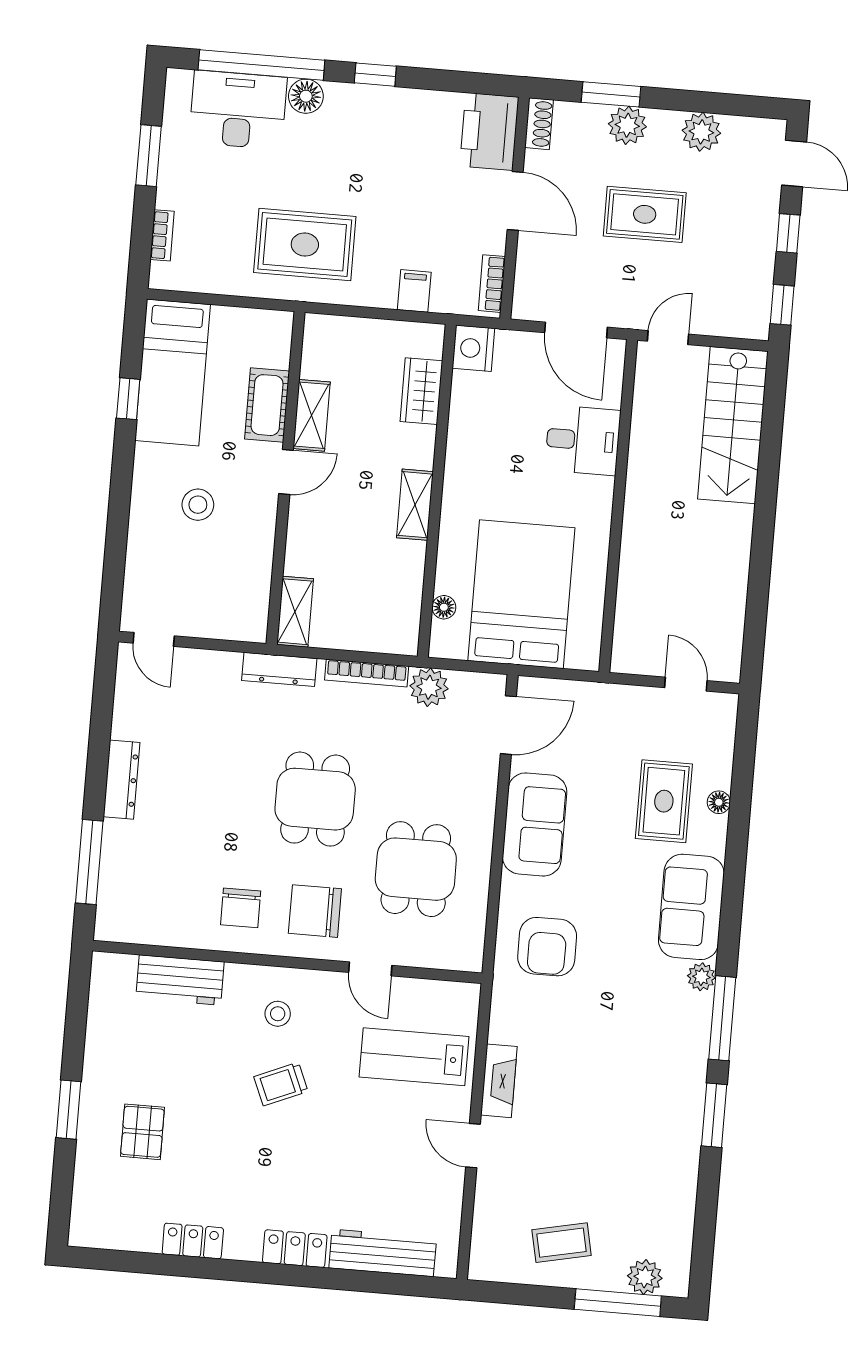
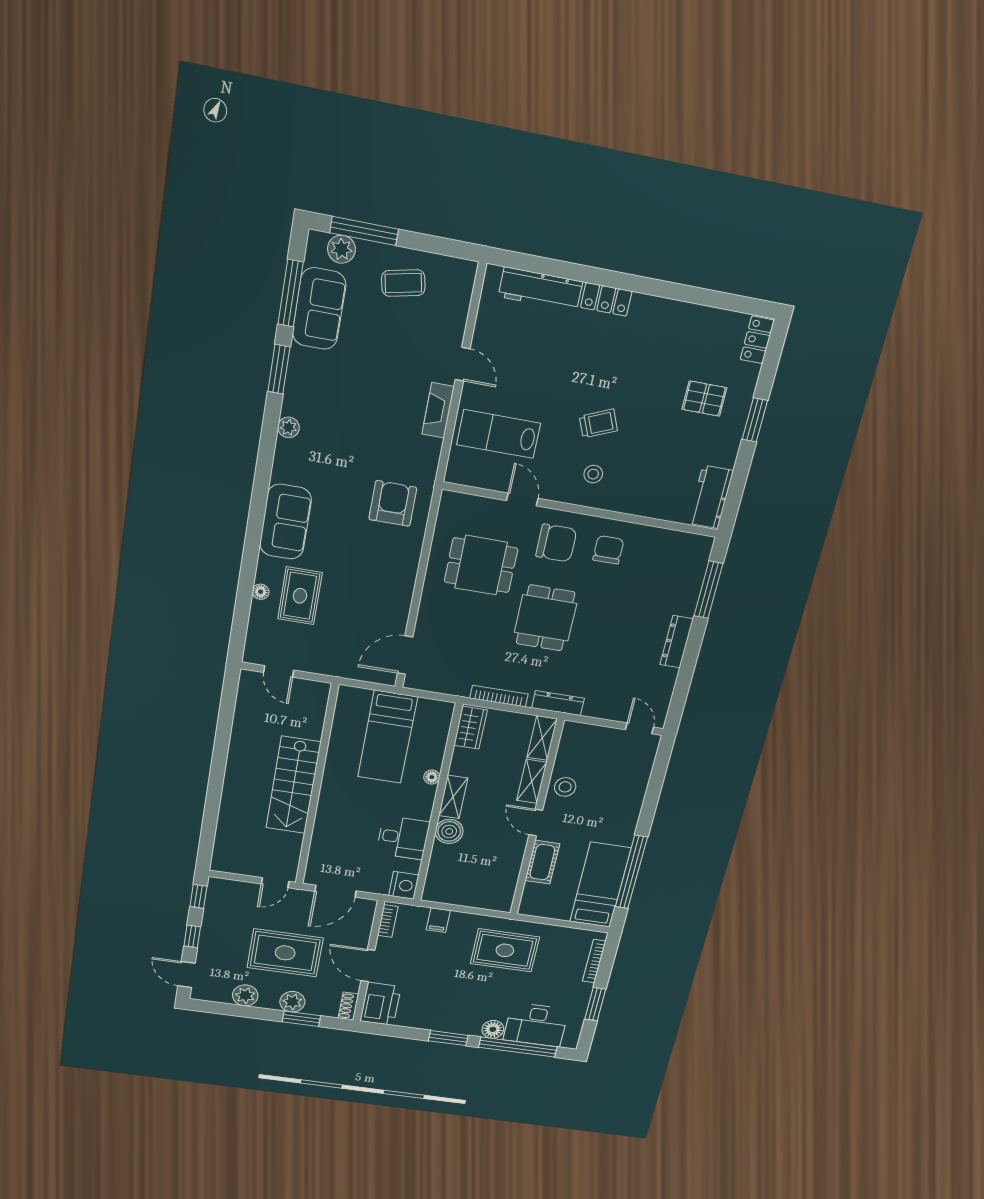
window: (375, 75) -> (448, 1038), width x1.50
rug: (645, 214) -> (285, 953), width x1.36, depth x1.43
bookcase: (162, 235) -> (594, 961), width x1.56
door: (576, 330) -> (336, 891), swing flipped
wardrobe: (421, 391) -> (470, 728), moved
window: (128, 399) -> (631, 872), width x3.17
shelving: (312, 415) -> (532, 781), moved
stairs: (733, 425) -> (293, 785), moved, turned 180
desk: (583, 440) -> (403, 838), moved, turned 180
boiler: (414, 446) -> (449, 831), added
door: (286, 472) -> (536, 822), hinge flipped
stool: (198, 505) -> (565, 787), moved
bed: (521, 594) -> (387, 737), width x0.67
floor lamp: (444, 607) -> (432, 777), moved
plant: (429, 687) -> (457, 684), removed
sofa: (535, 824) -> (319, 309), moved, turned 180
dining table: (416, 869) -> (481, 565), turned 90
plant: (701, 977) -> (289, 427), moved
workbench: (180, 980) -> (711, 497), moved, turned -90
window: (722, 1018) -> (291, 293), moved
lab bench: (414, 1057) -> (499, 434), turned 180
pallet: (142, 1132) -> (704, 399), turned 90
locker: (193, 1241) -> (757, 340), moved, turned 90

